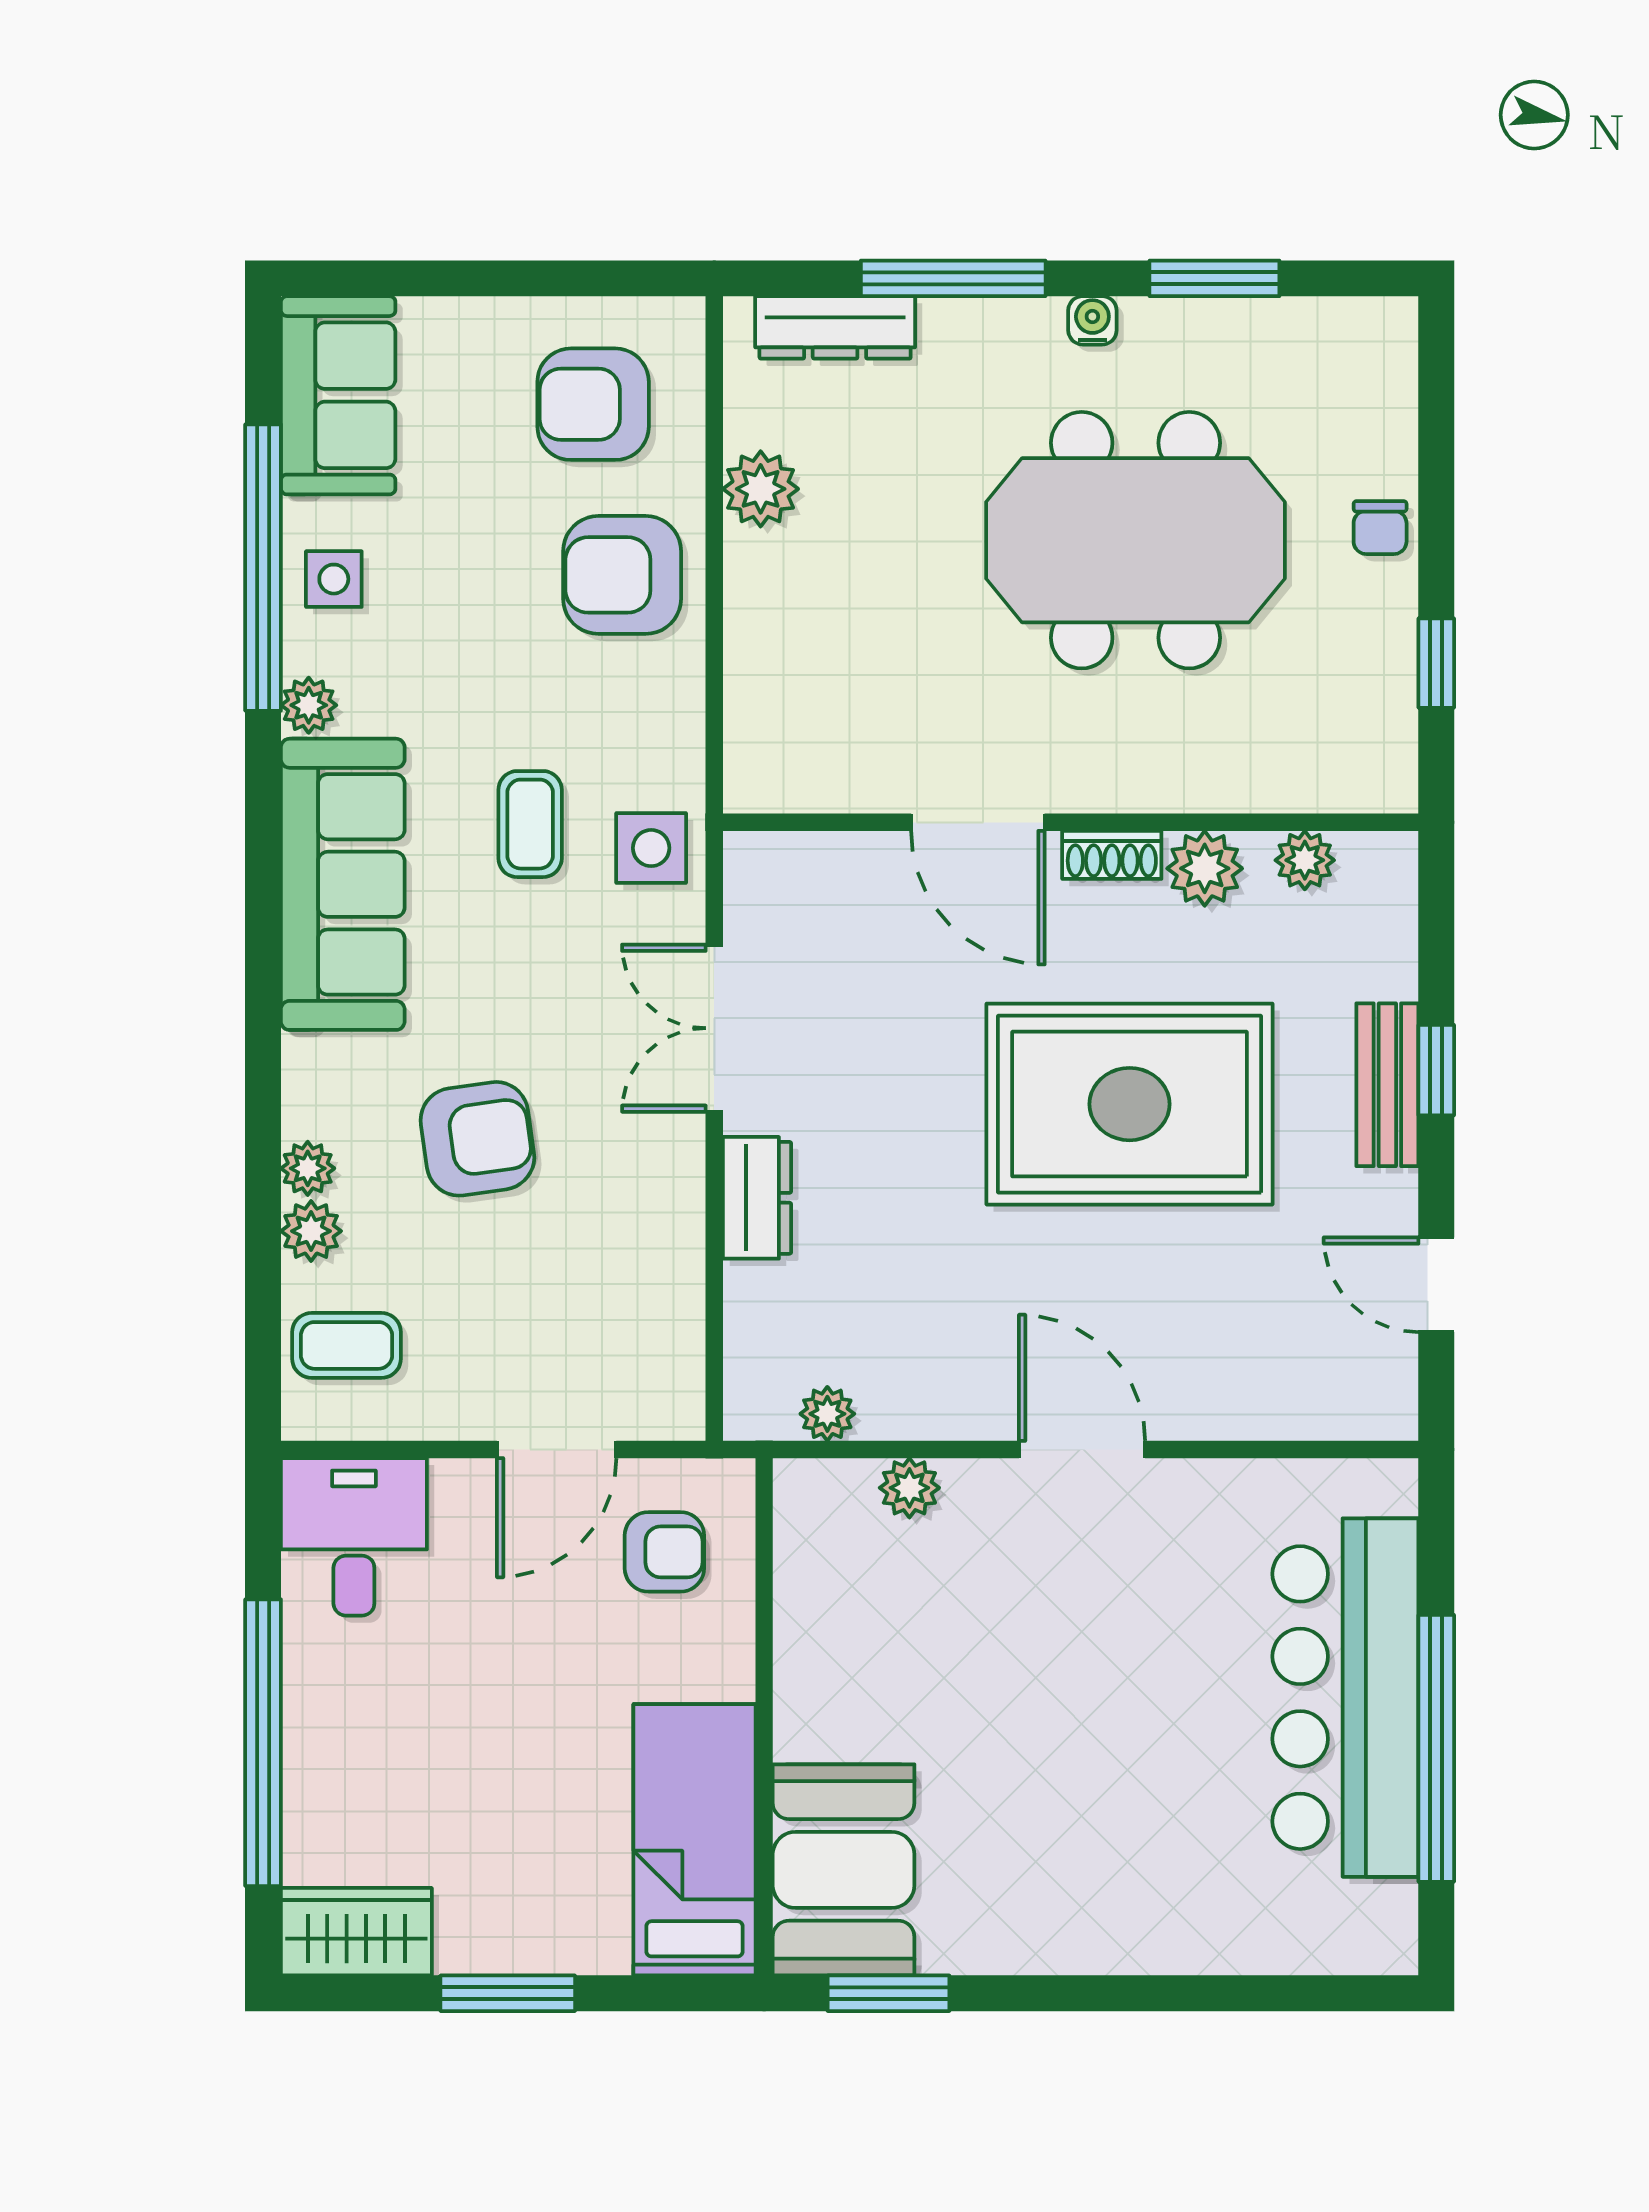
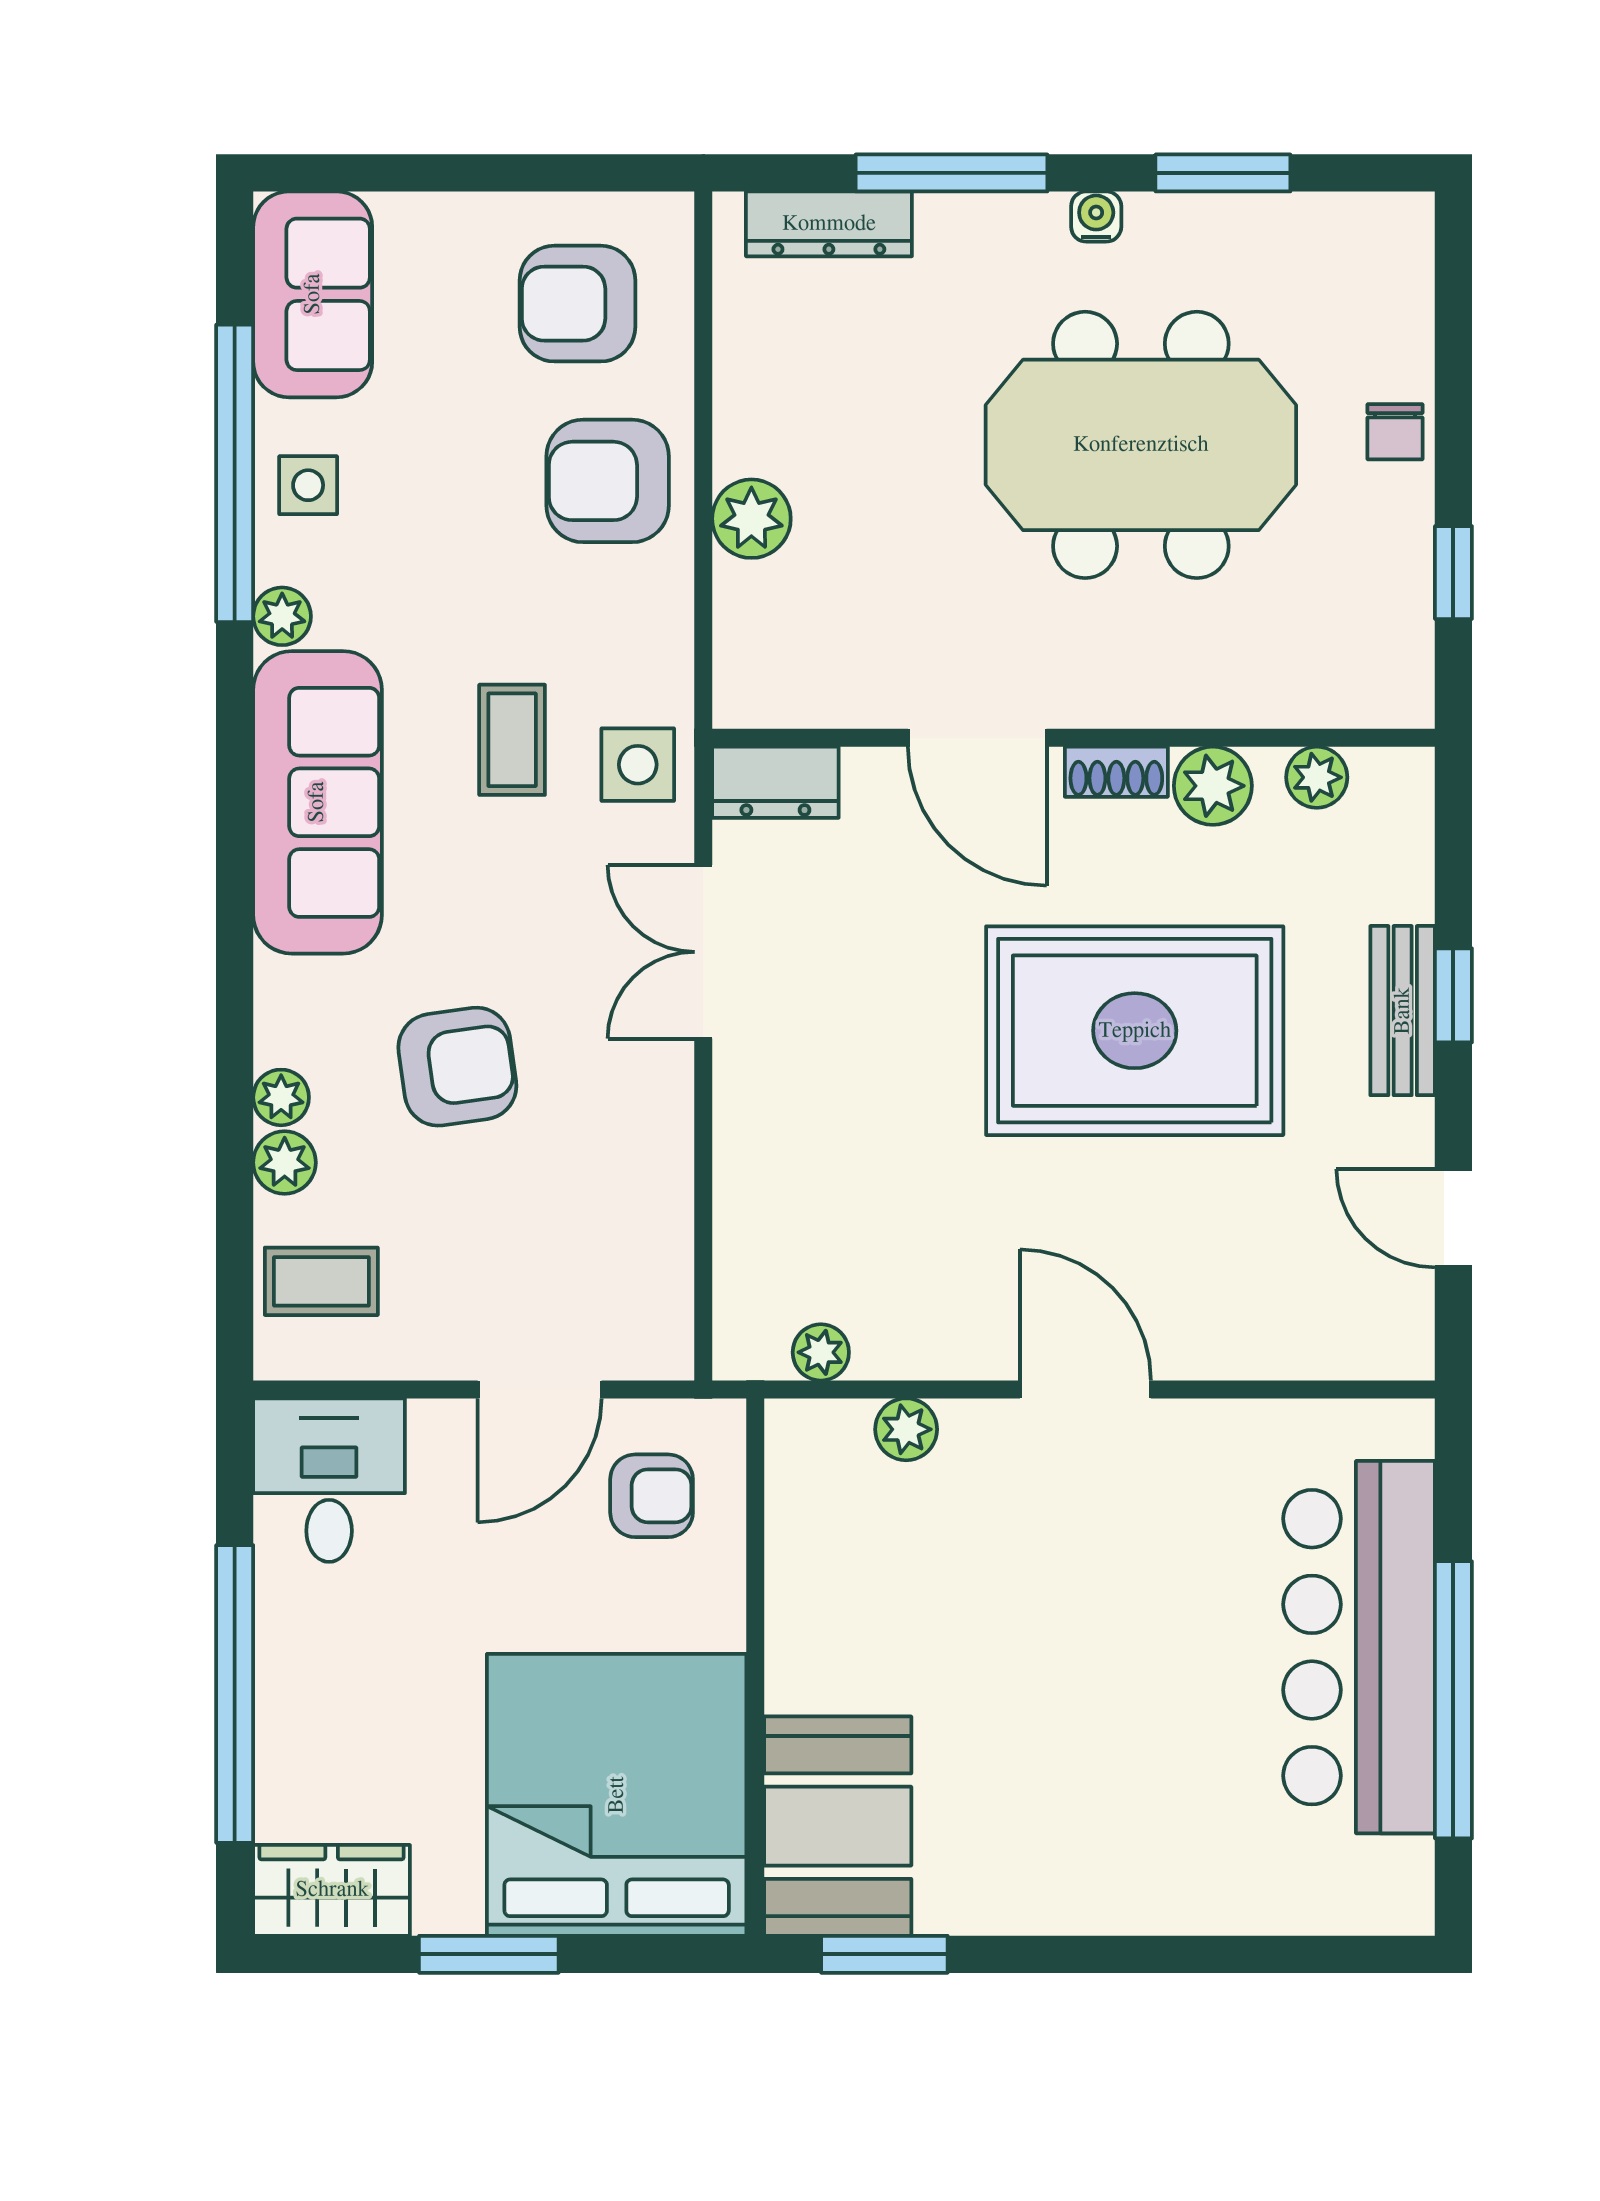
plant: (761, 489) -> (751, 519), moved
dresser: (757, 1198) -> (775, 782), moved, turned 90
bed: (695, 1840) -> (617, 1795), width x2.04

